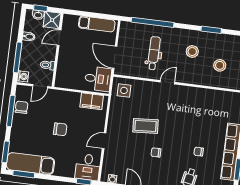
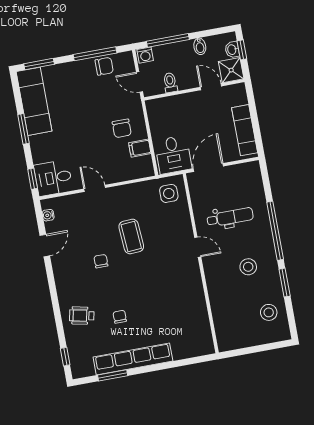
window: (153, 22) -> (275, 231), moved
stool: (220, 65) -> (269, 312), moved
filing cabinet: (92, 101) -> (140, 148), width x0.50
chair: (60, 129) -> (122, 128), moved
window: (24, 174) -> (23, 129), moved

